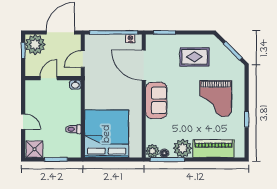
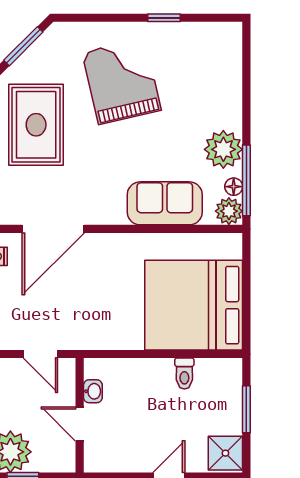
rug: (195, 57) -> (36, 125), width x1.36, depth x1.43
washbasin: (75, 85) -> (93, 391), moved
grand piano: (216, 99) -> (122, 81), turned -103
sofa: (156, 100) -> (165, 203), moved
piano: (213, 149) -> (224, 86), removed

